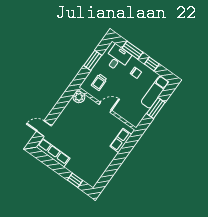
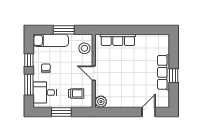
stool: (130, 114) -> (84, 48), added
door: (44, 129) -> (149, 112), swing flipped
row of seats: (121, 140) -> (118, 40), width x1.48
row of seats: (53, 153) -> (164, 72), moved
window: (75, 180) -> (174, 76), moved

